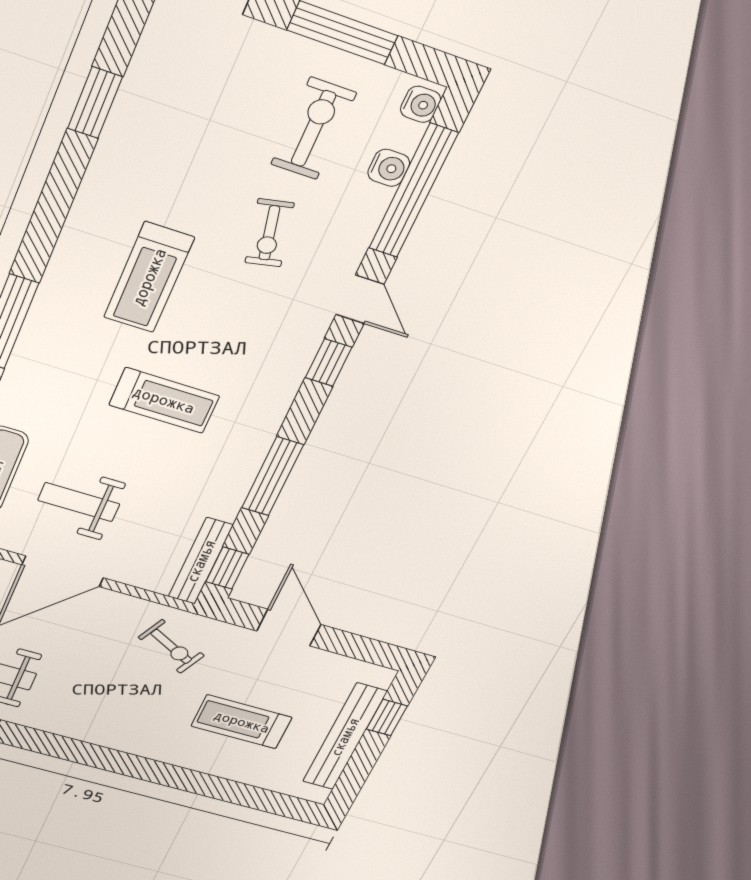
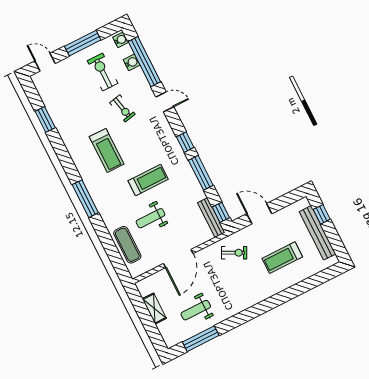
window: (329, 363) -> (185, 142), moved
weight bench: (79, 502) -> (150, 218), moved

